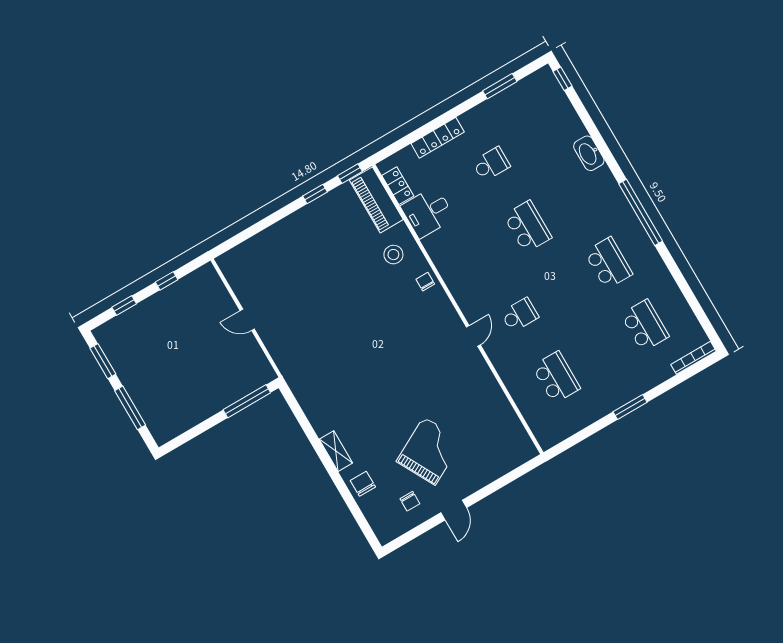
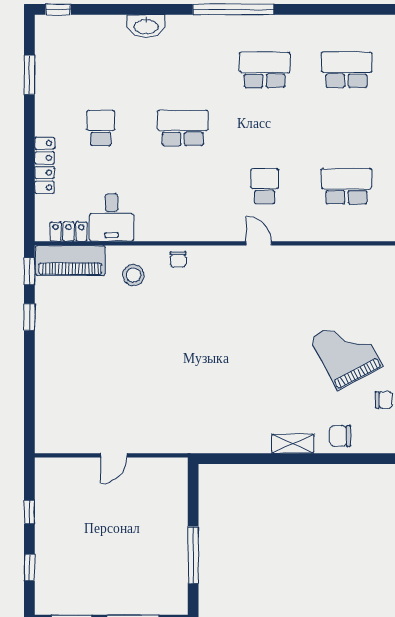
chair: (425, 282) -> (178, 259), turned -90
window: (247, 401) -> (193, 555), moved

